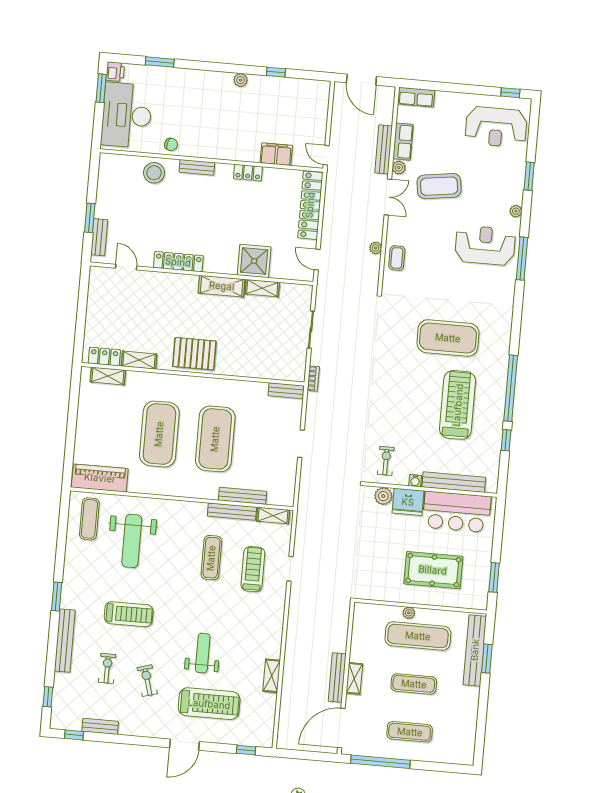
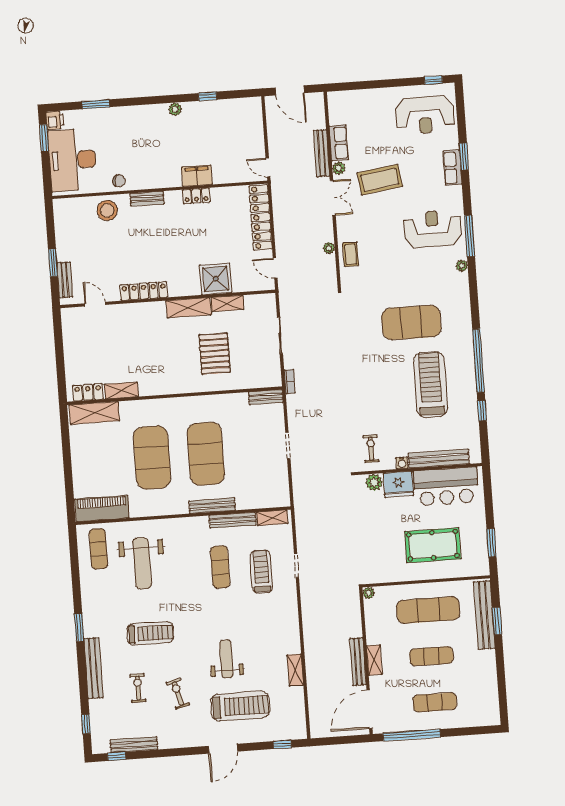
row of seats: (416, 97) -> (452, 168), moved, turned 90
filing cabinet: (276, 154) -> (197, 176), moved
plant: (516, 211) -> (462, 266), moved
pallet: (194, 354) -> (215, 354), moved, turned 90
shelving: (108, 376) -> (94, 413), width x1.50, depth x1.33
bench: (243, 496) -> (212, 506), moved
plant: (409, 613) -> (369, 593), moved
bench: (100, 726) -> (134, 745), width x1.36

